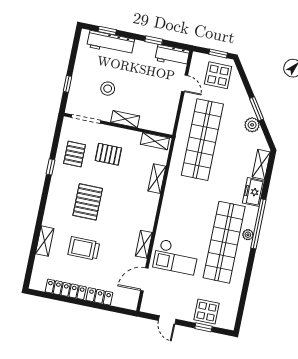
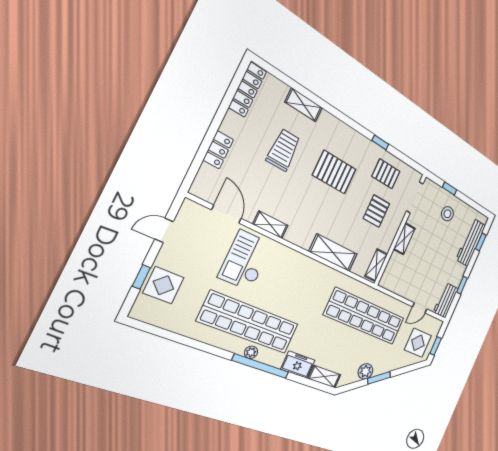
stool: (108, 89) -> (447, 214), moved
shelving: (157, 179) -> (333, 253), width x1.50, depth x1.33
locker: (66, 289) -> (248, 90), moved

